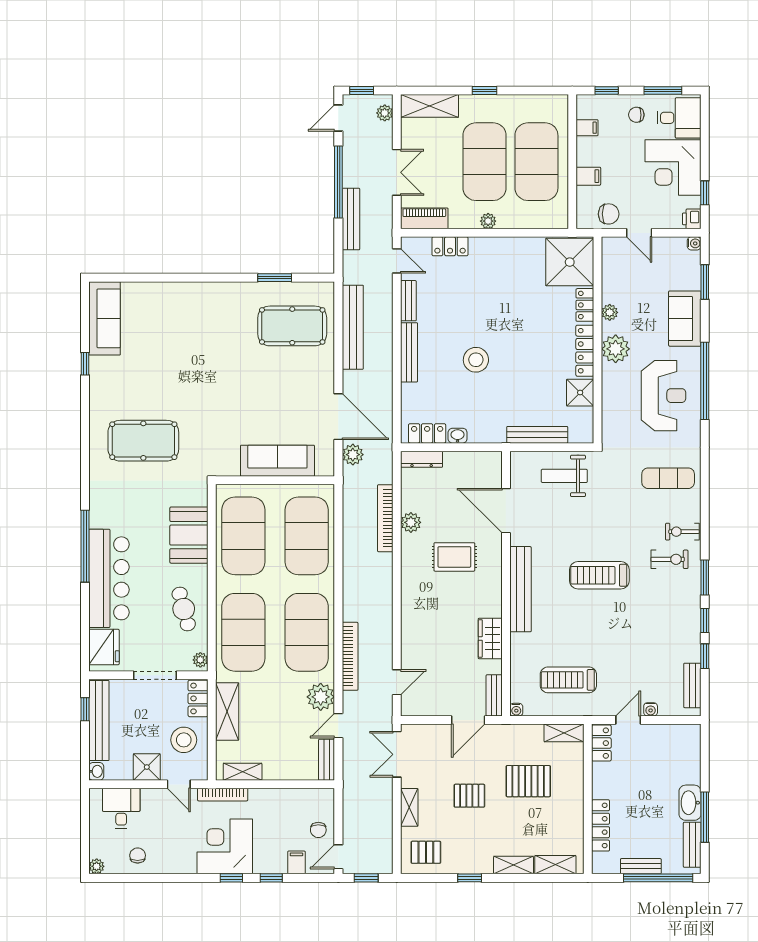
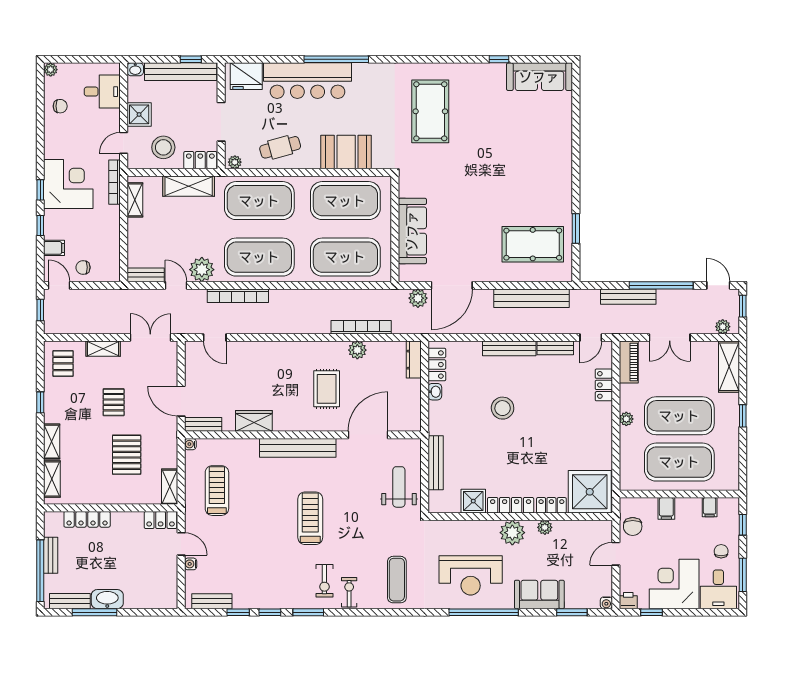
pool table: (292, 326) -> (533, 244), turned 90

